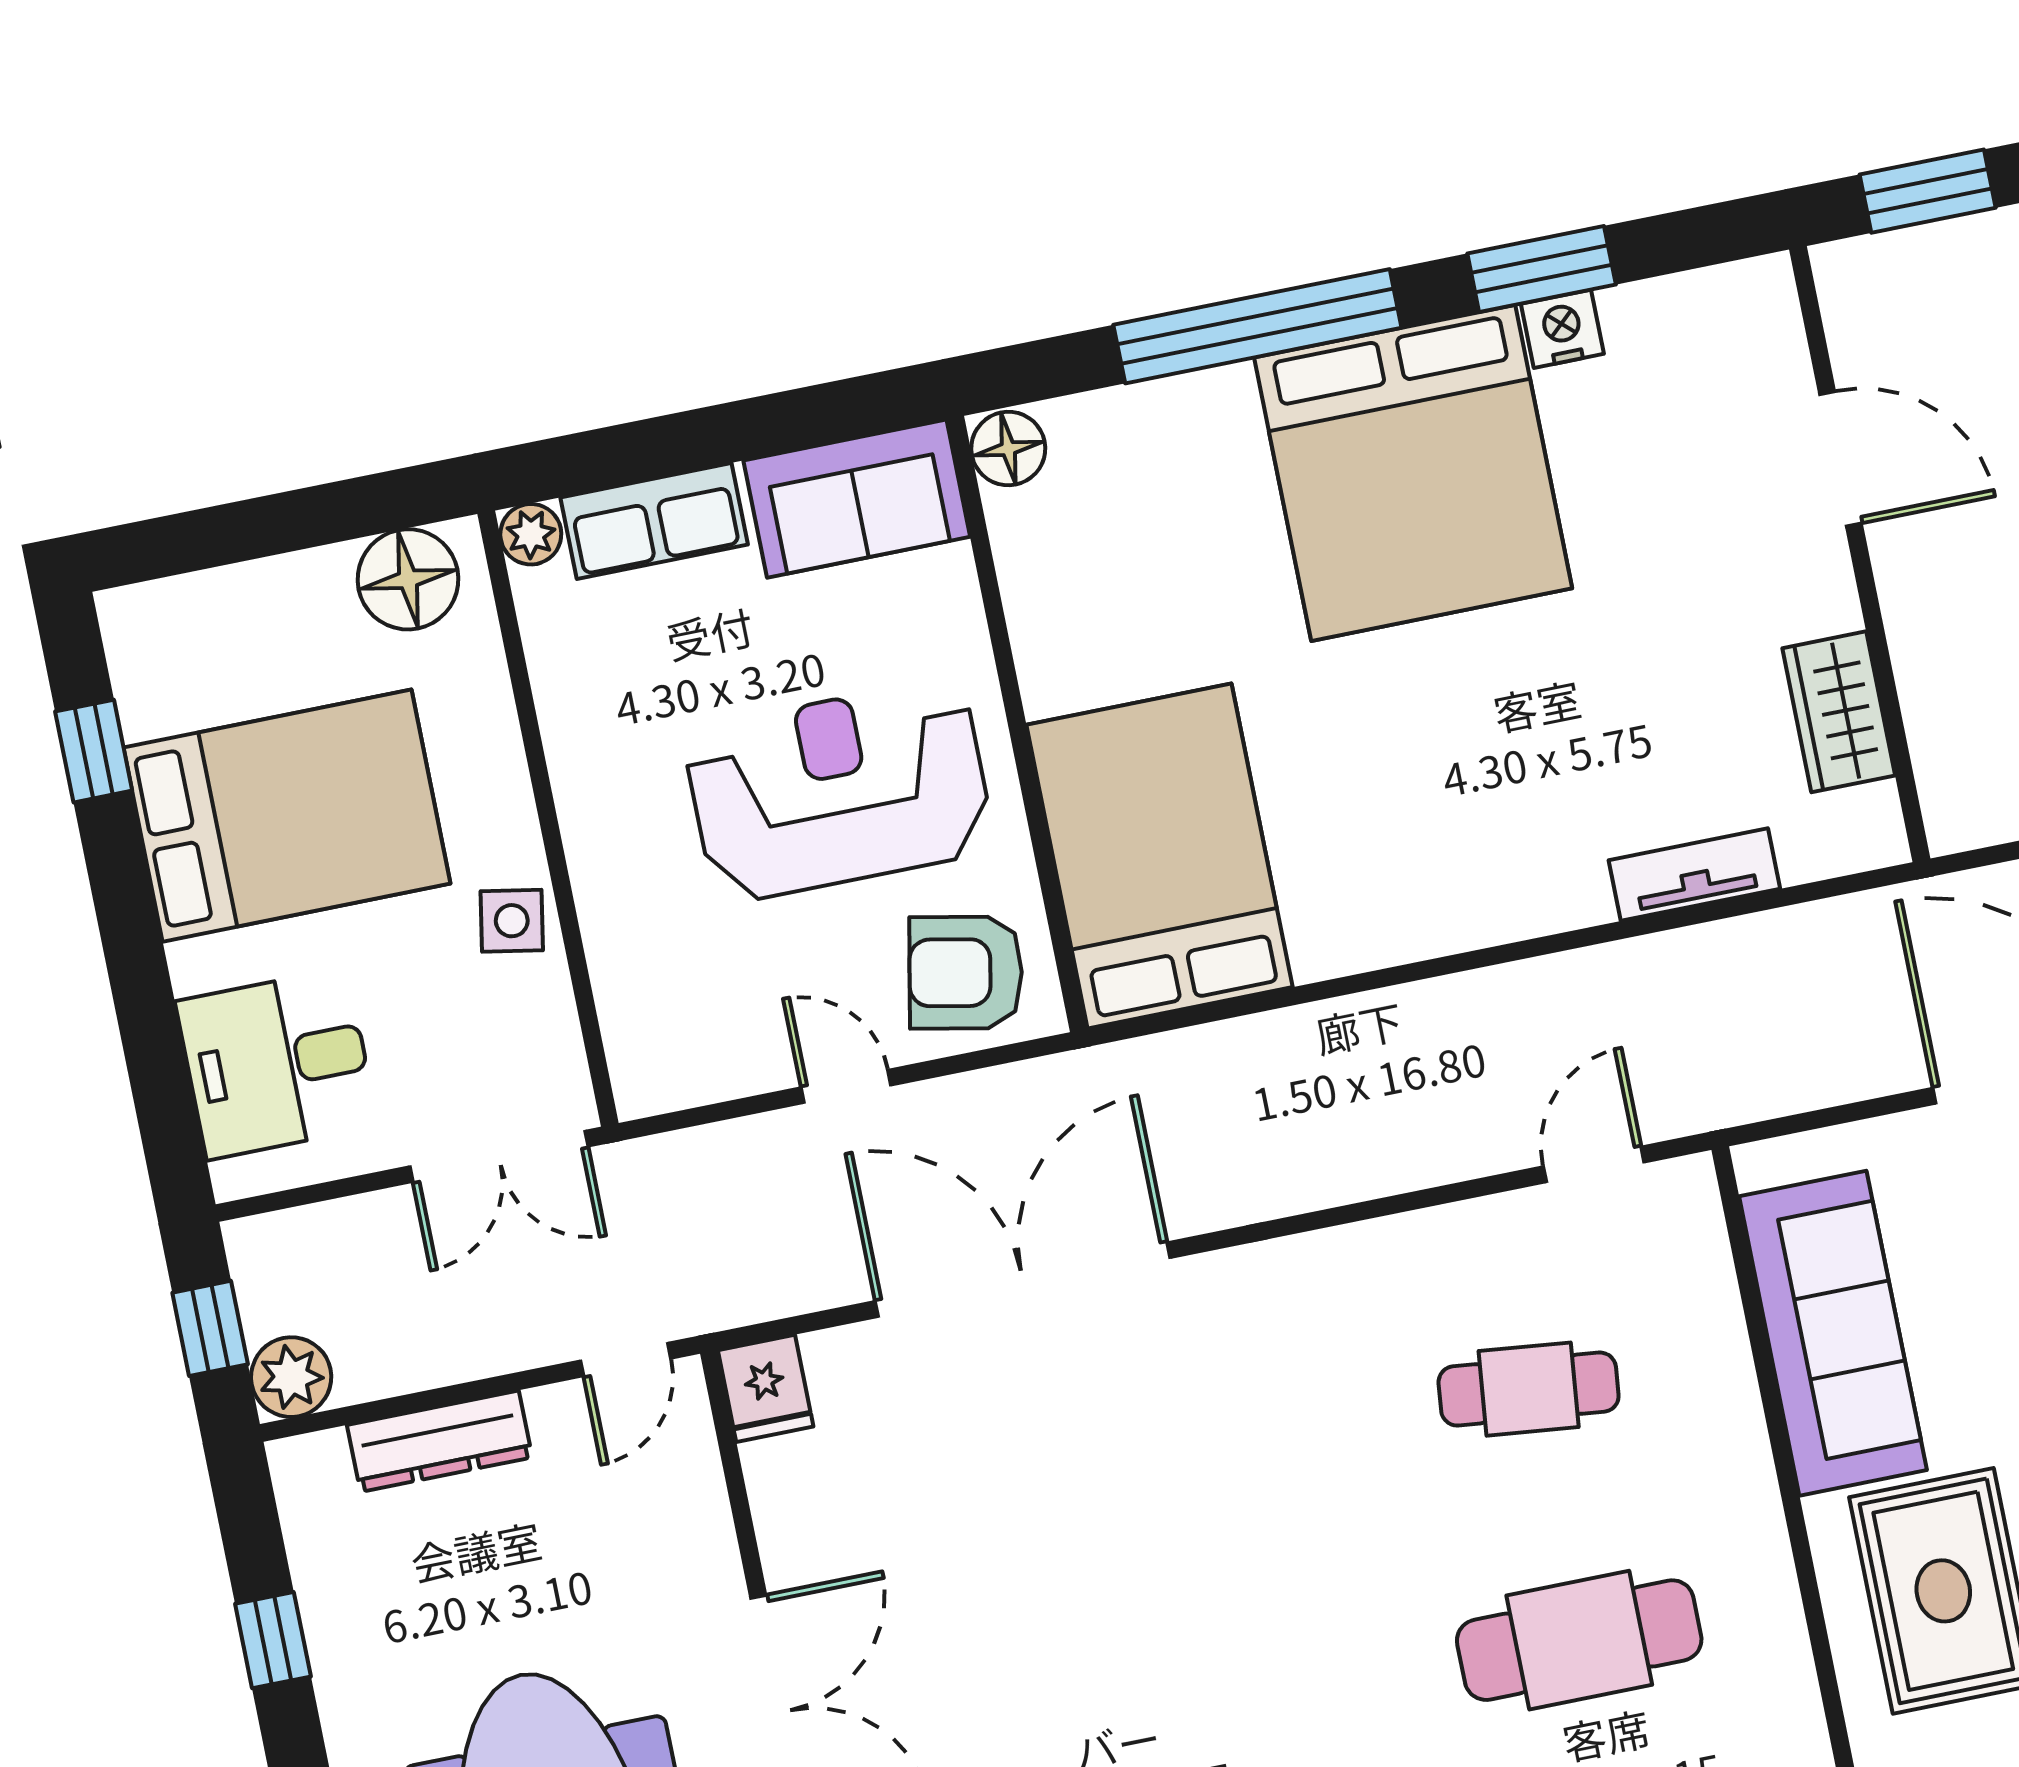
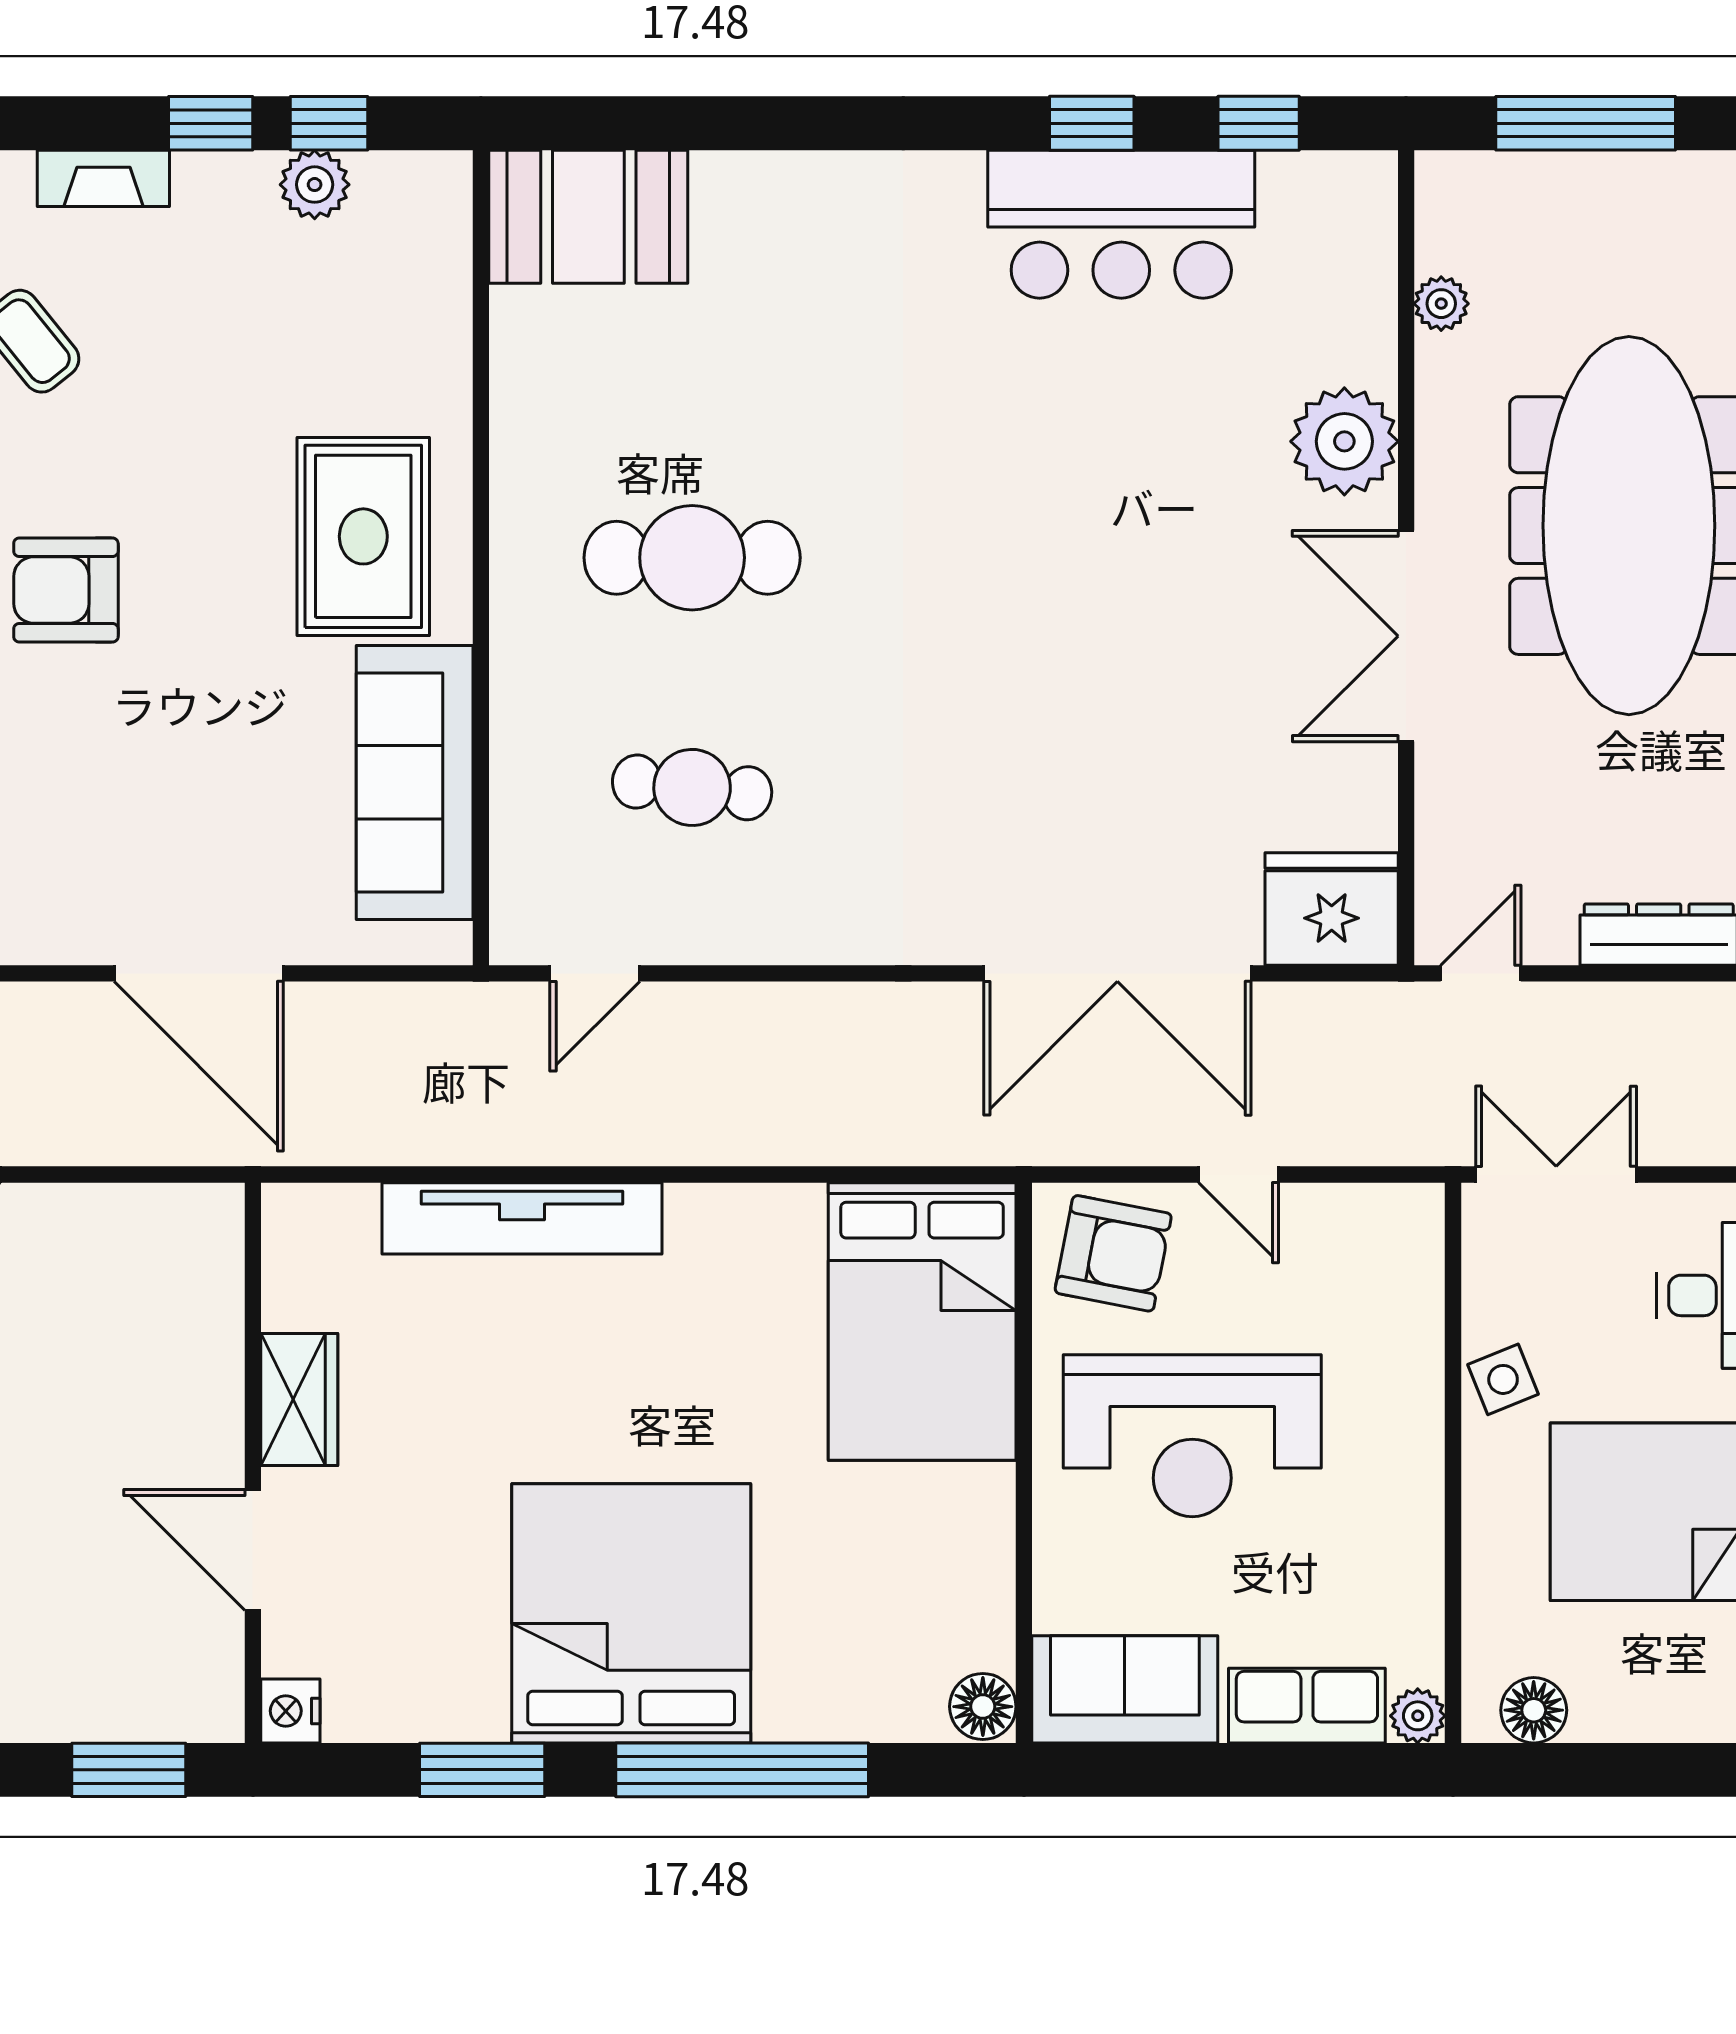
nightstand: (1562, 329) -> (290, 1711), moved, turned 90
floor lamp: (408, 579) -> (1534, 1710), width x0.73, depth x0.73
wardrobe: (1839, 712) -> (299, 1400), moved
tv unit: (1694, 875) -> (522, 1218), width x1.92, depth x1.29
side table: (512, 921) -> (1503, 1379), turned -32
fridge: (766, 1388) -> (1332, 909), width x1.88, depth x1.34

